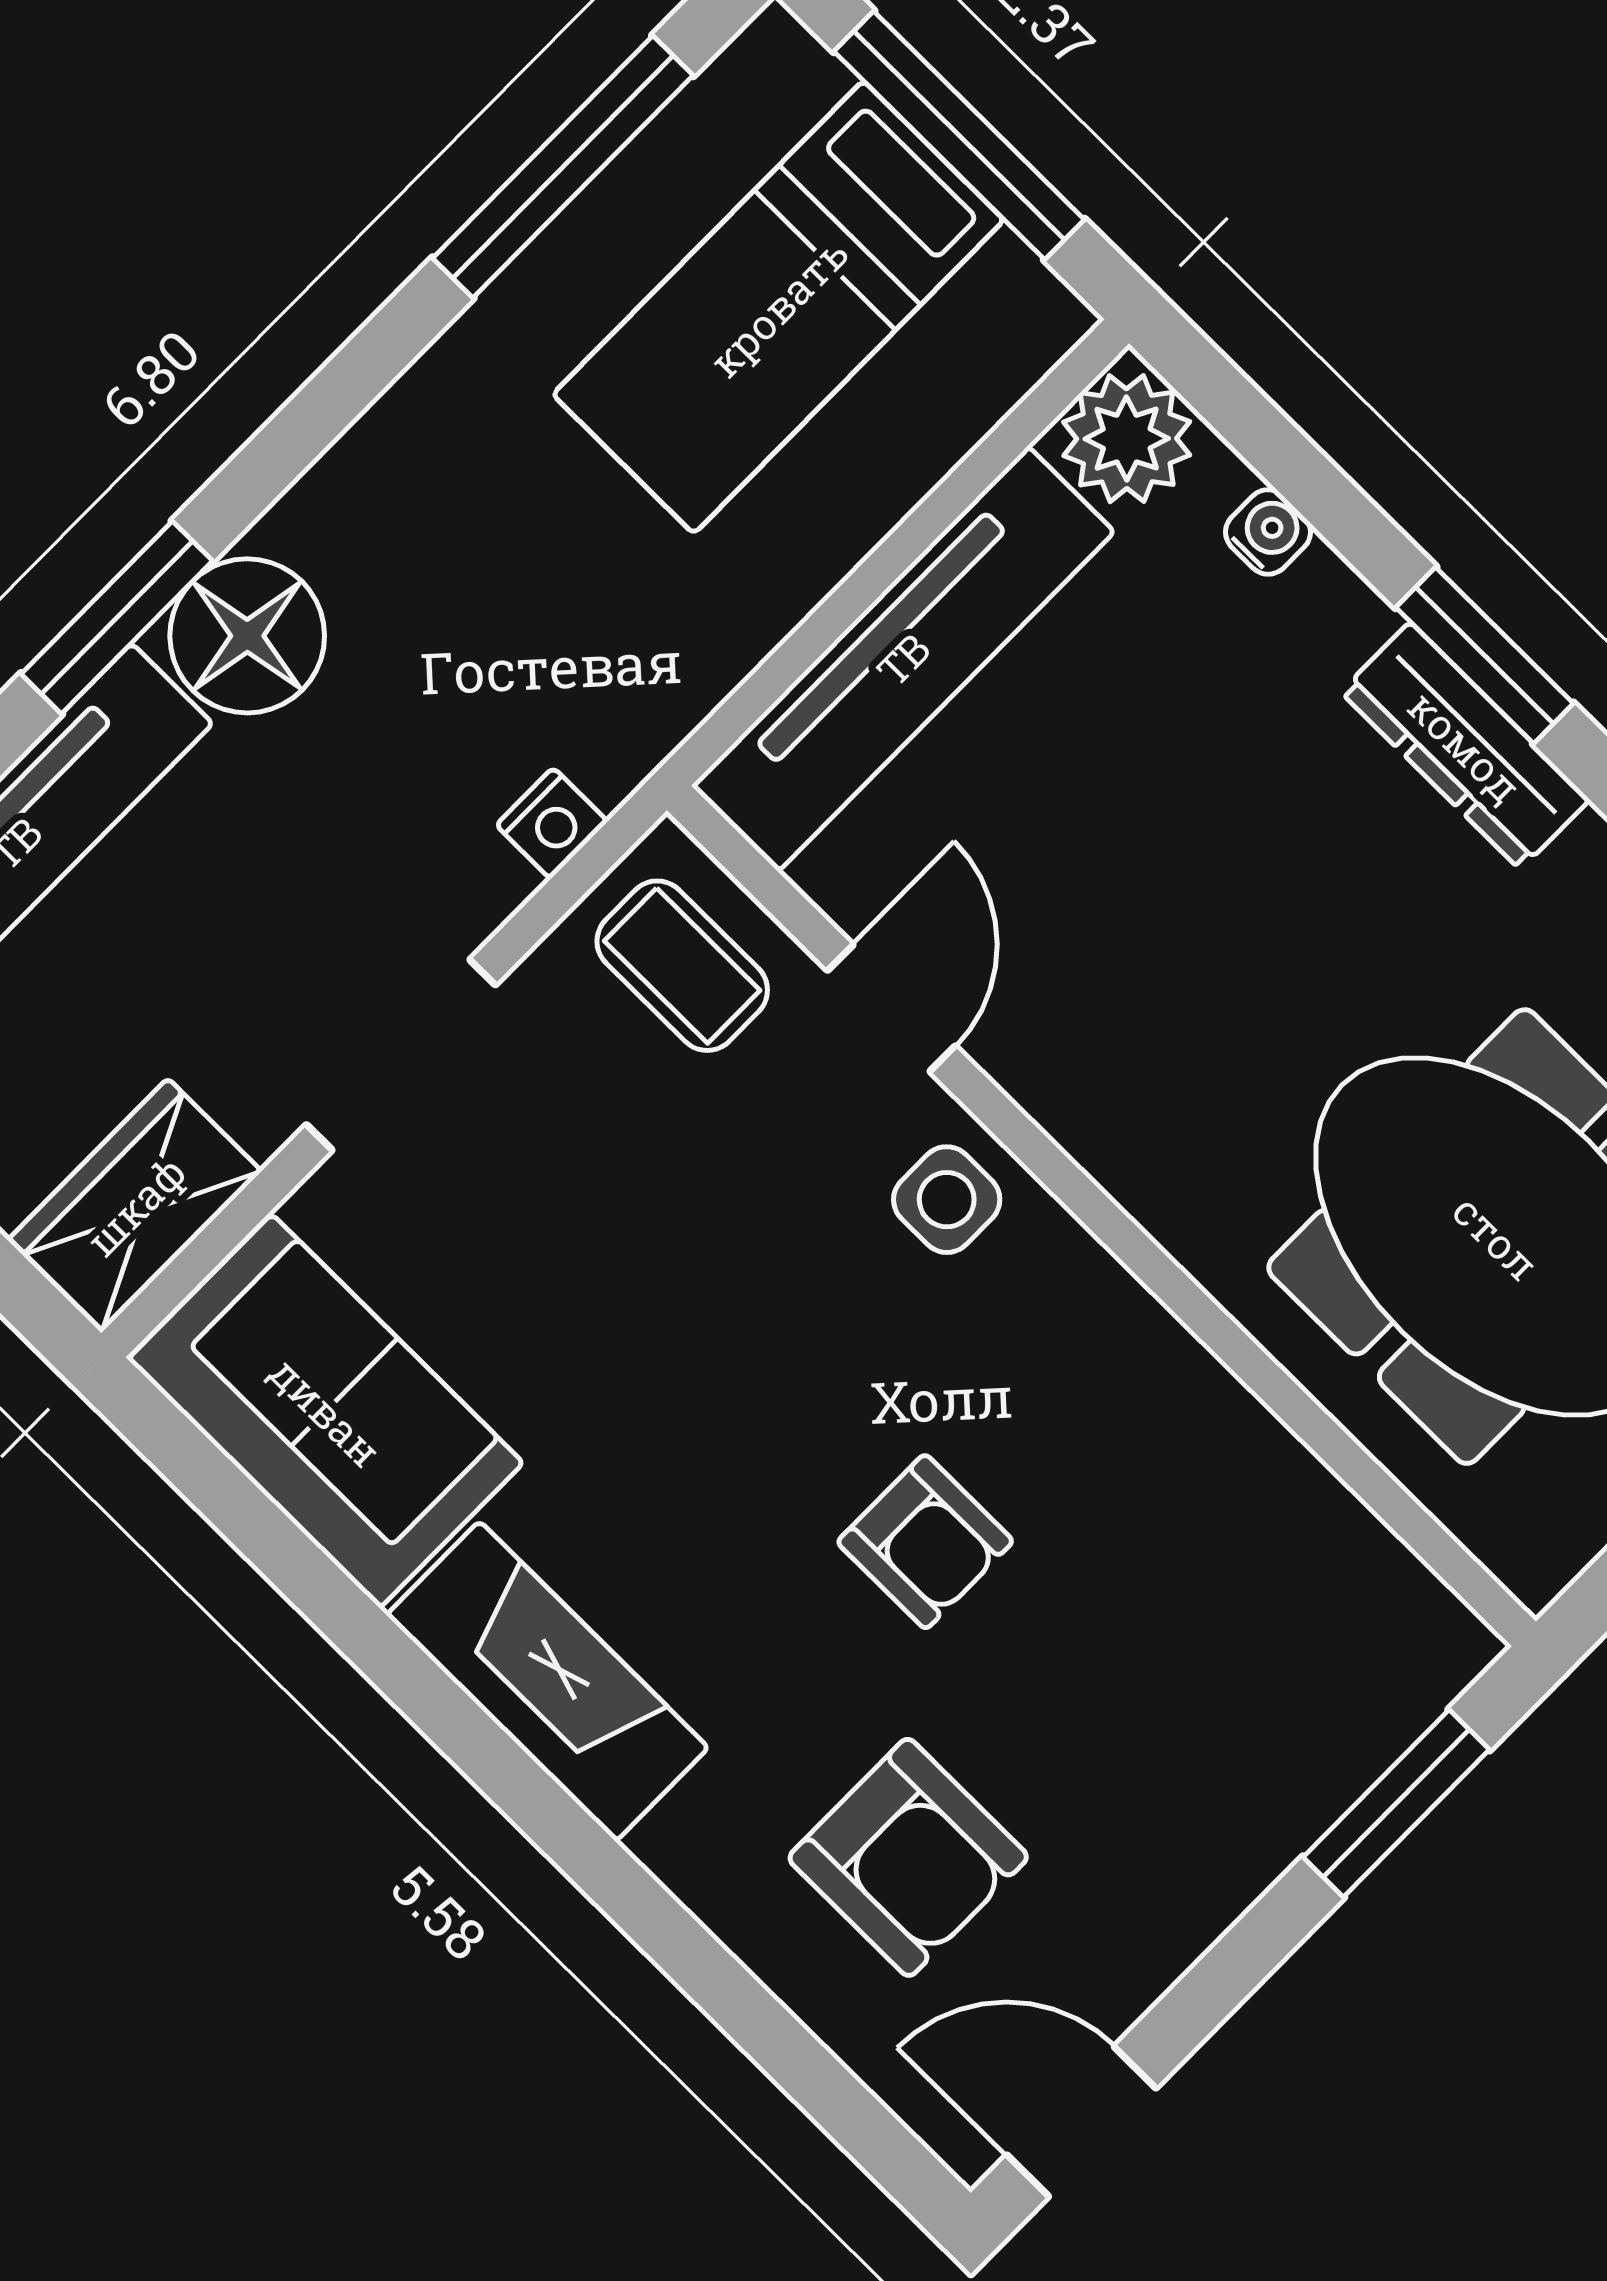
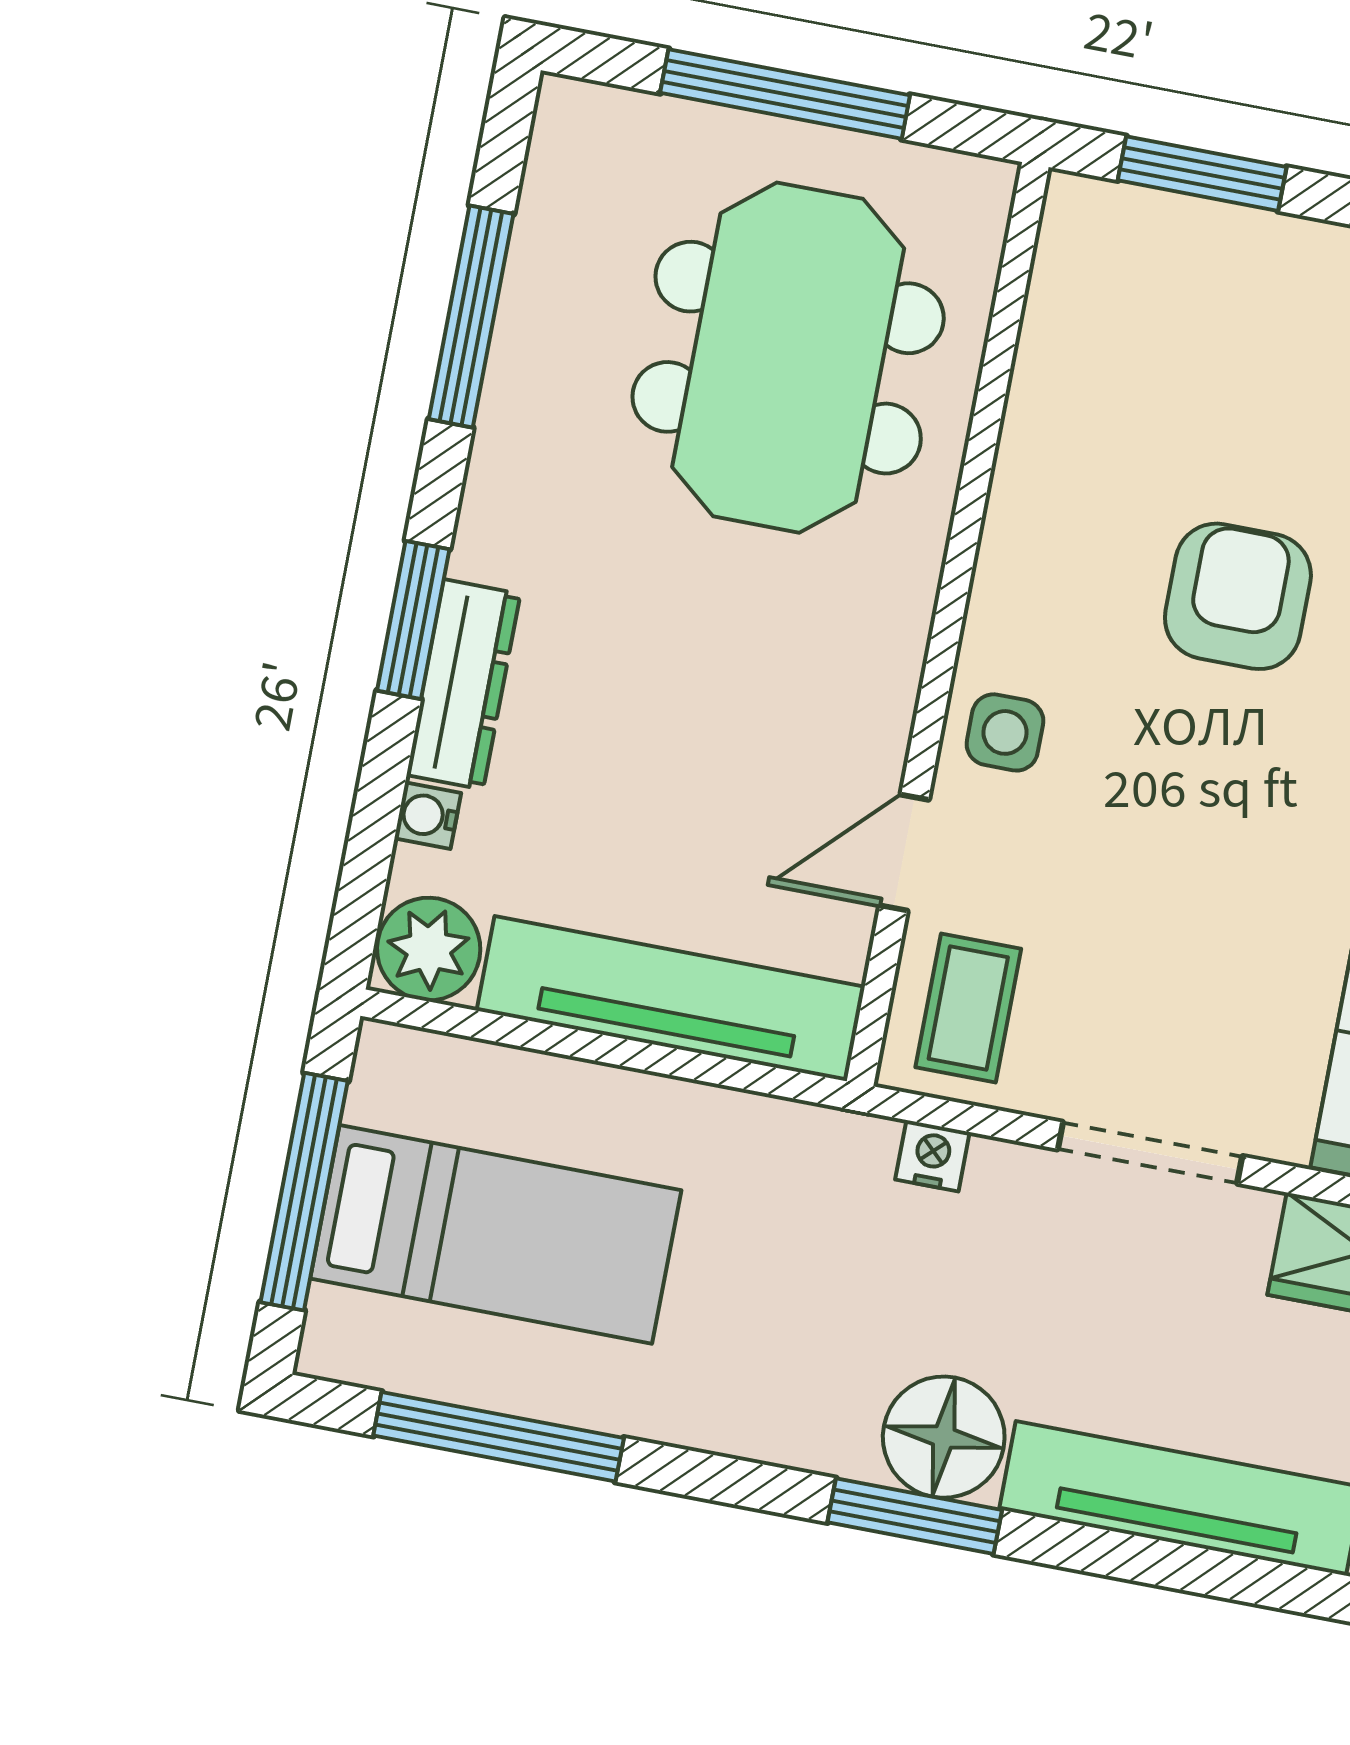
window: (117, 617) -> (915, 1516), moved
dresser: (1465, 746) -> (463, 684), moved
armchair: (925, 1542) -> (1238, 596), width x1.38, depth x1.38

